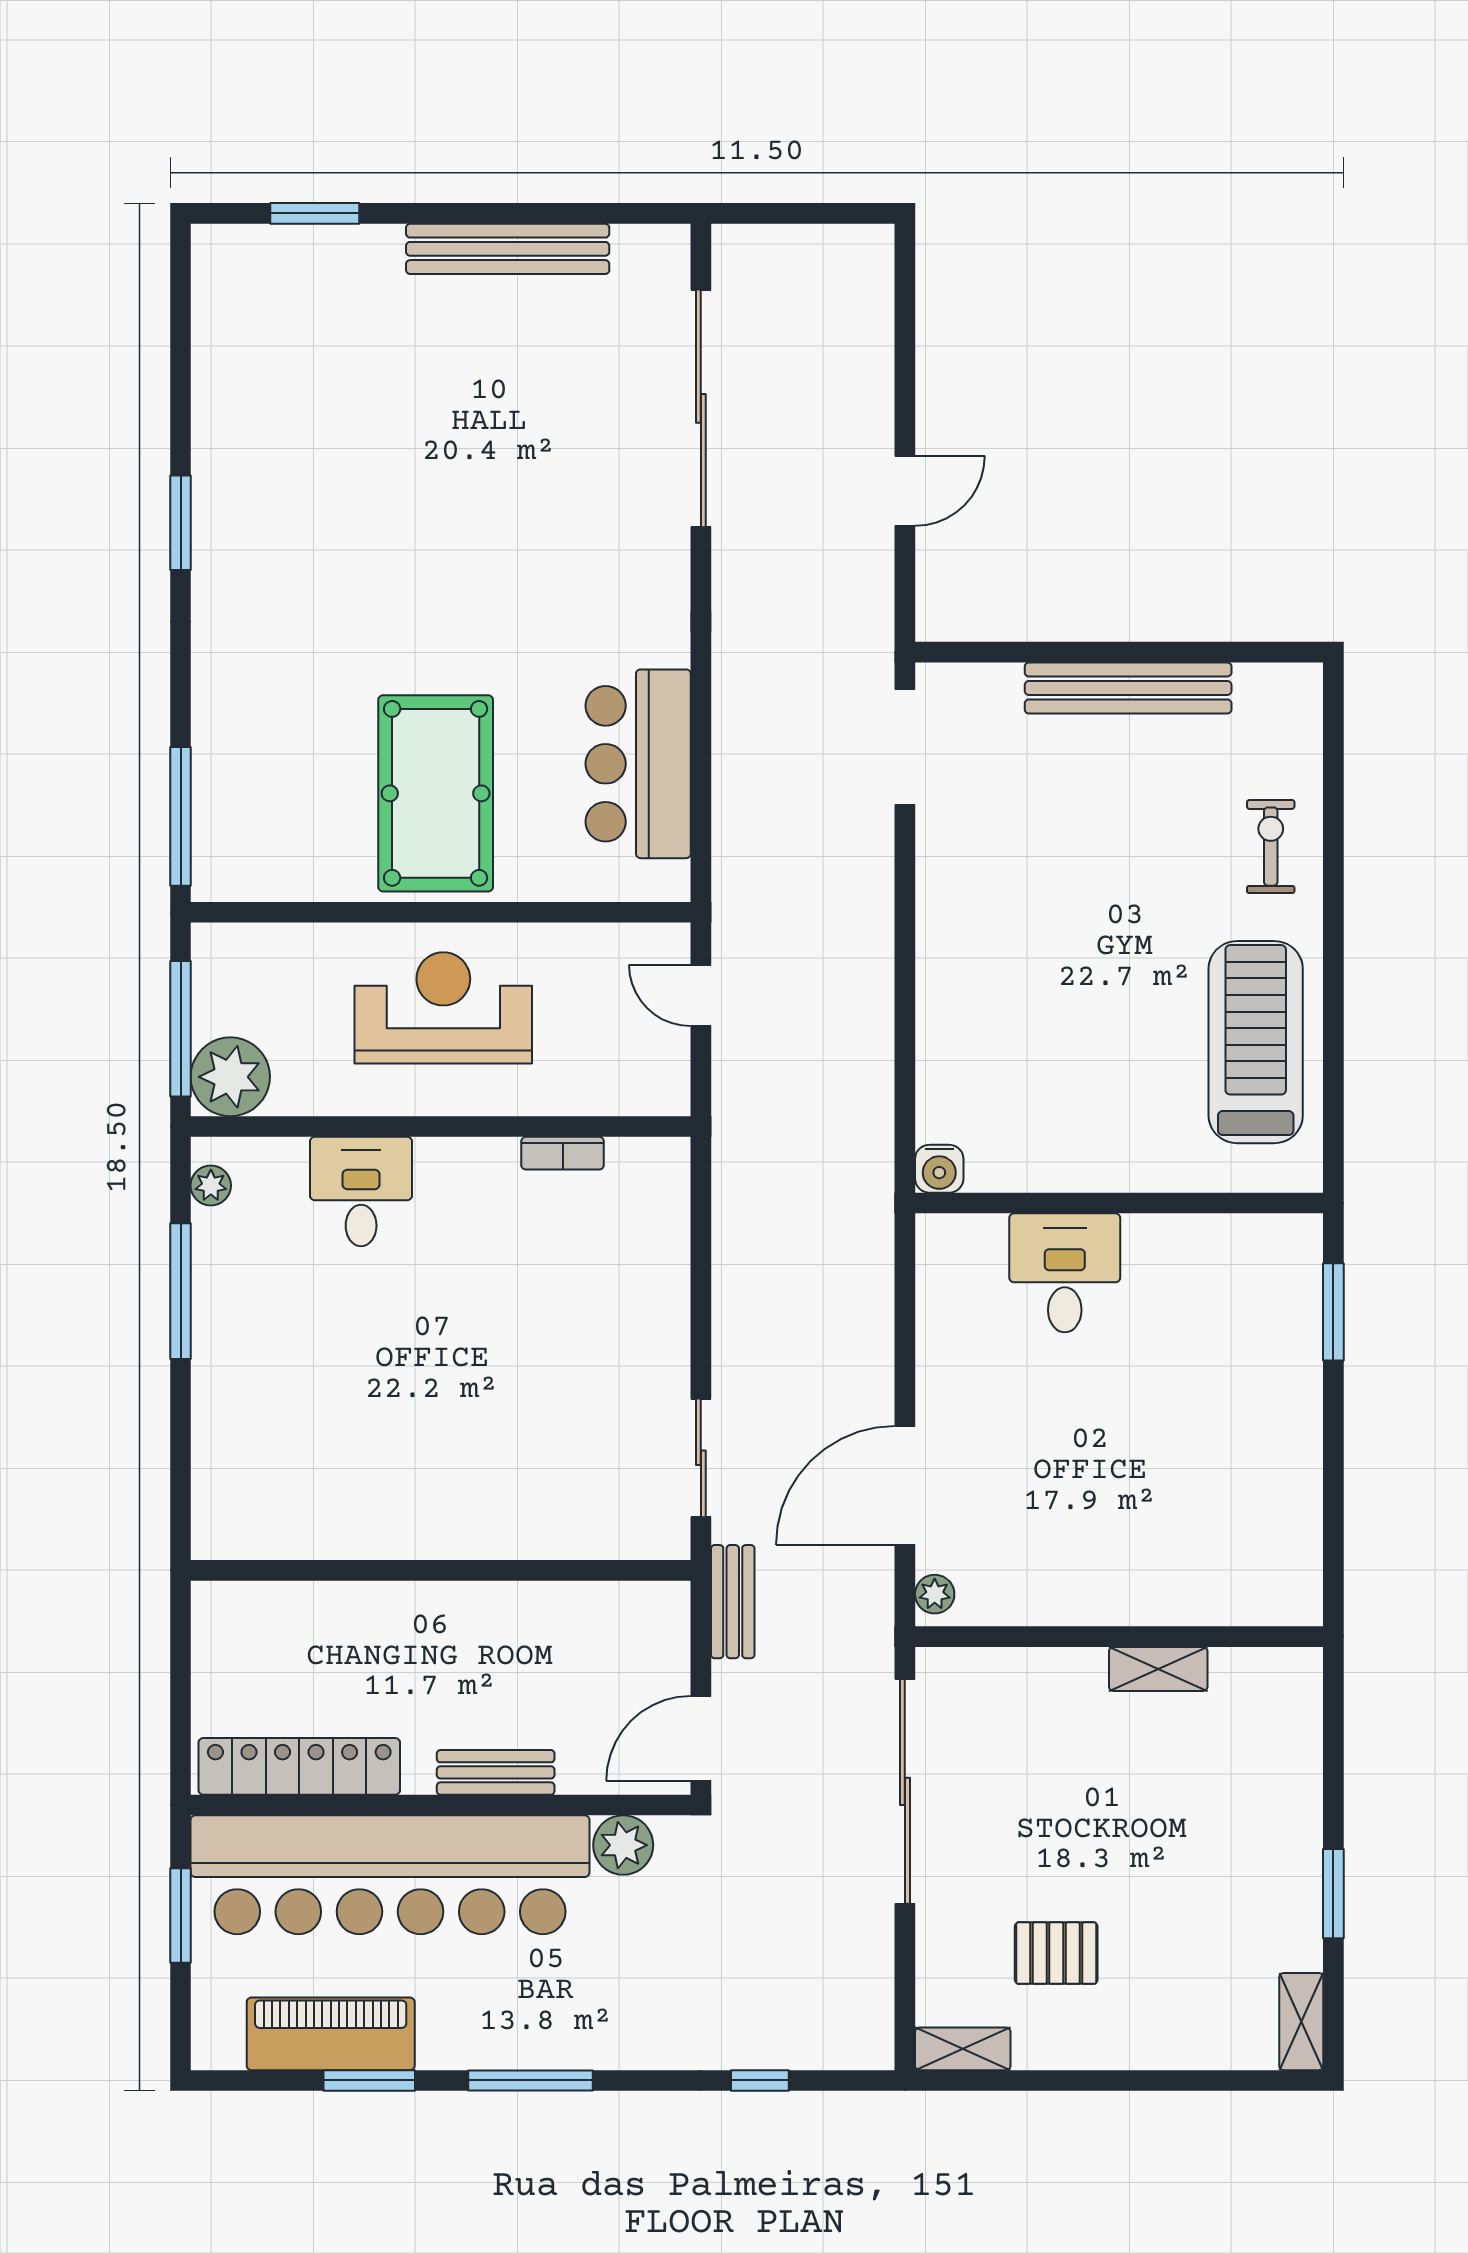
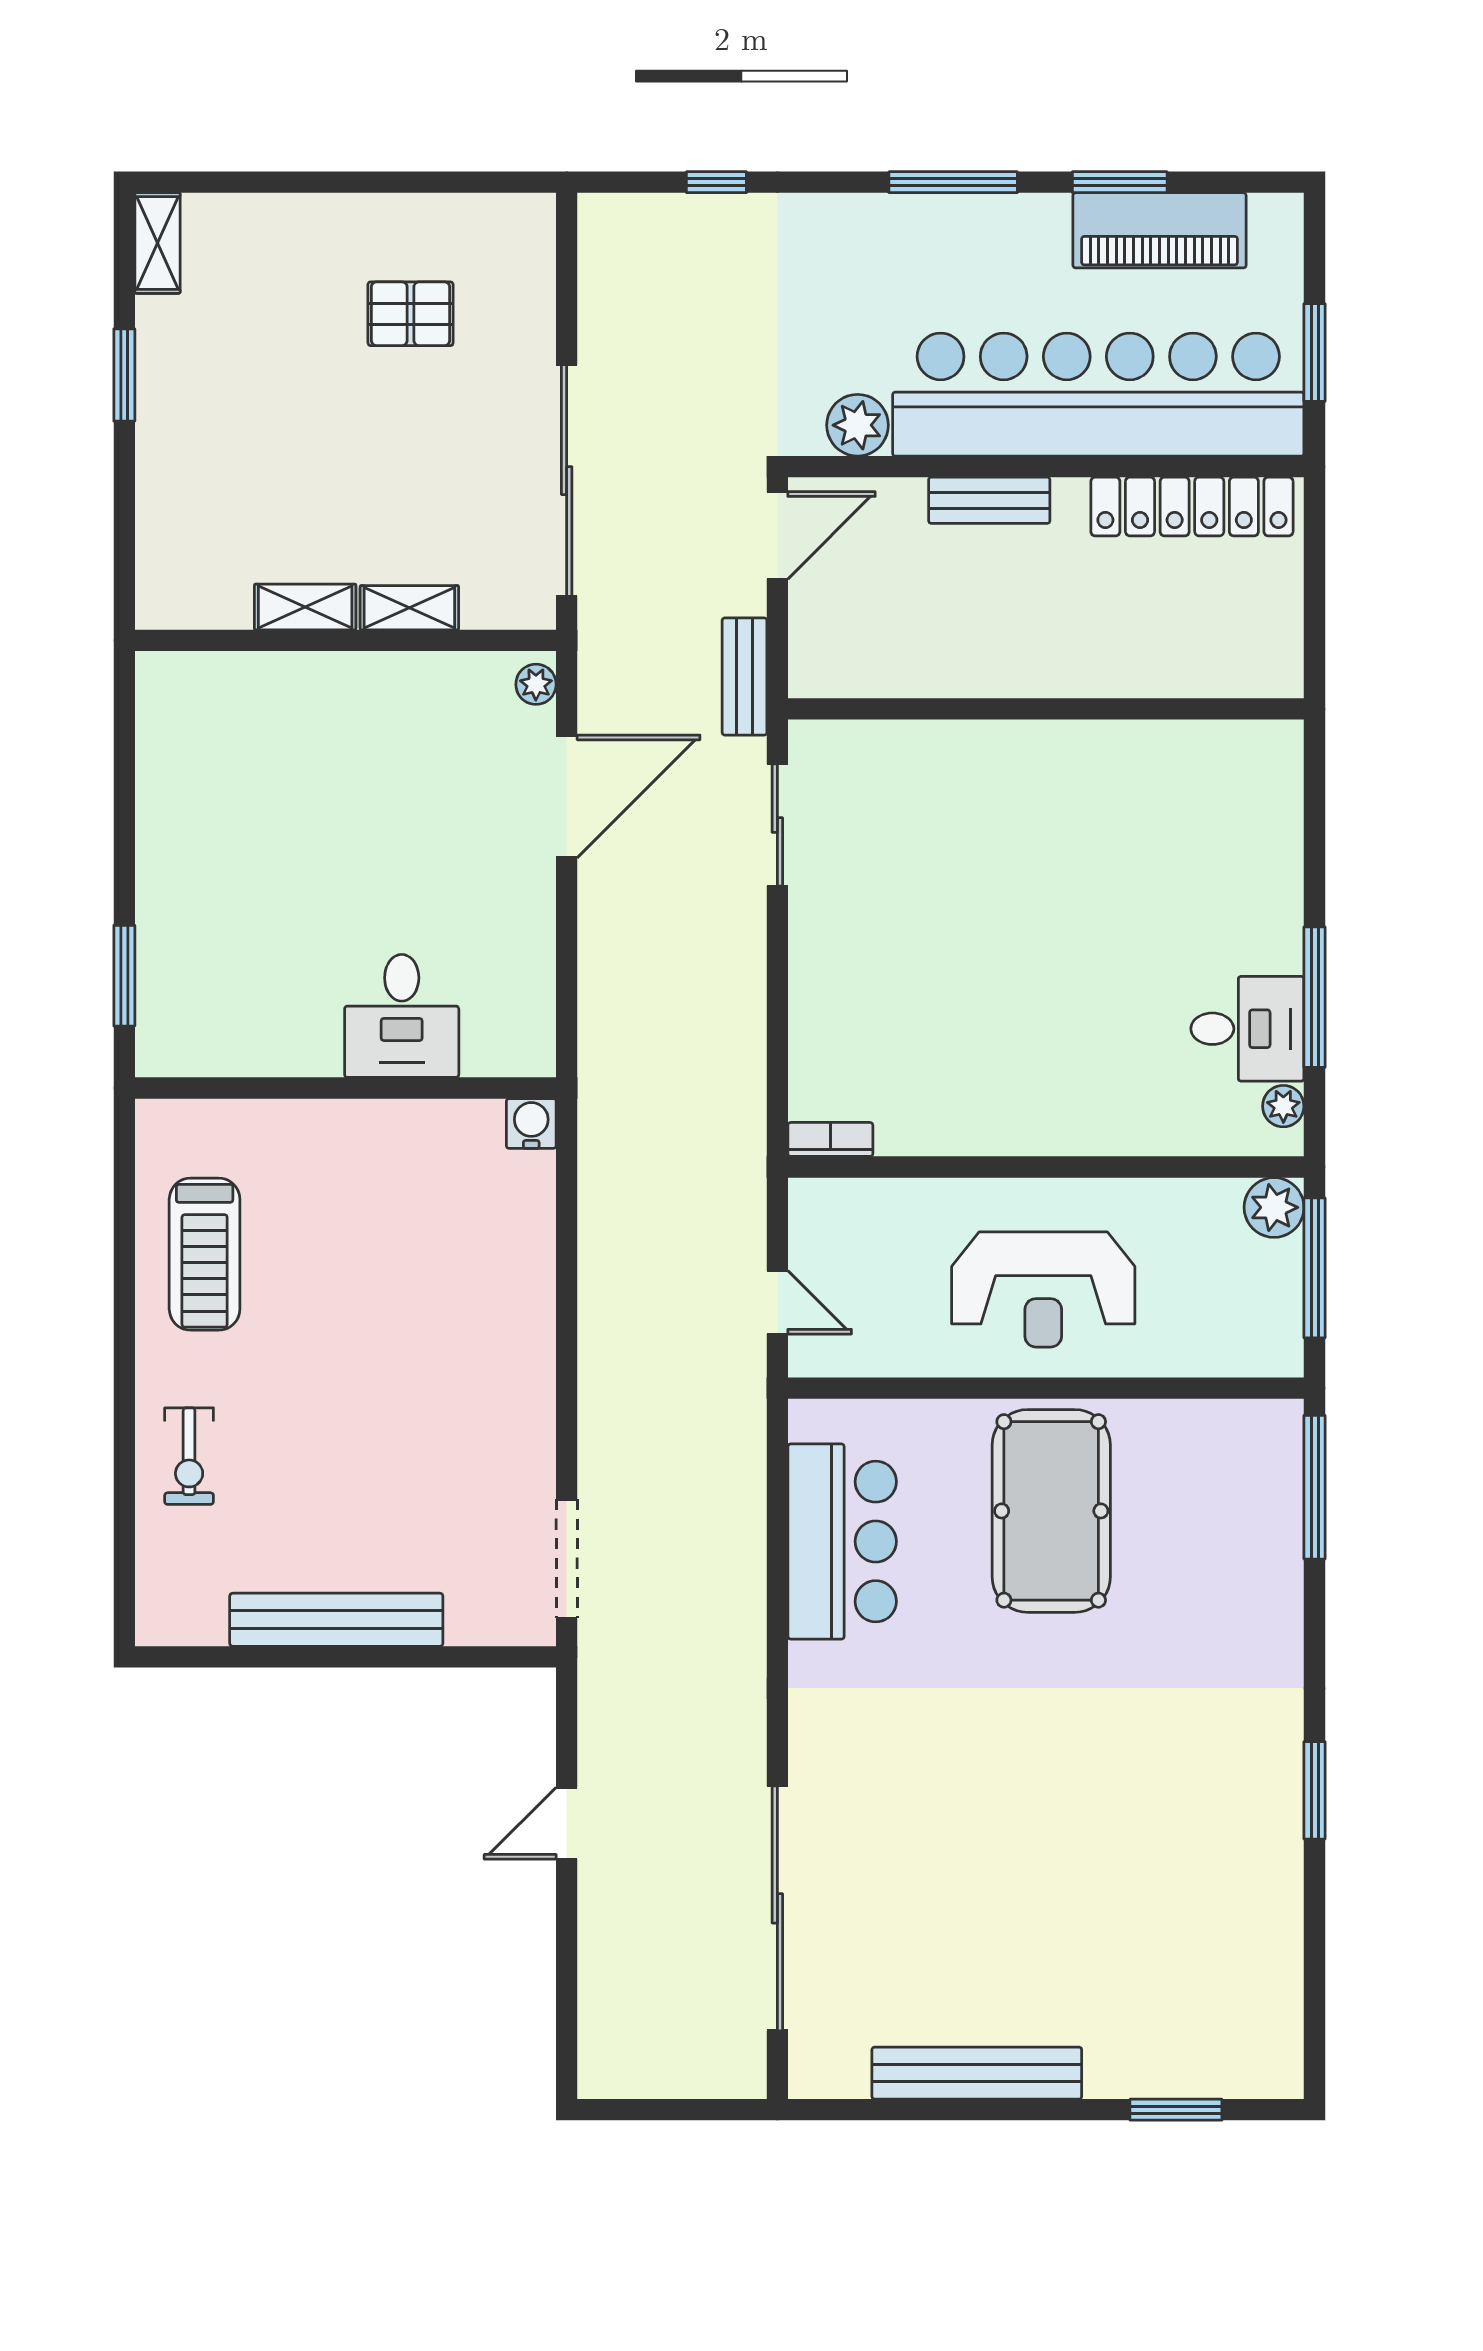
treadmill: (1256, 1042) -> (205, 1254), width x0.73, depth x0.73
plant: (230, 1077) -> (1274, 1207), width x0.73, depth x0.73
bookcase: (563, 1153) -> (830, 1139), moved
desk: (361, 1192) -> (1247, 1029), moved, turned -90
shelving: (963, 2049) -> (409, 608), moved

